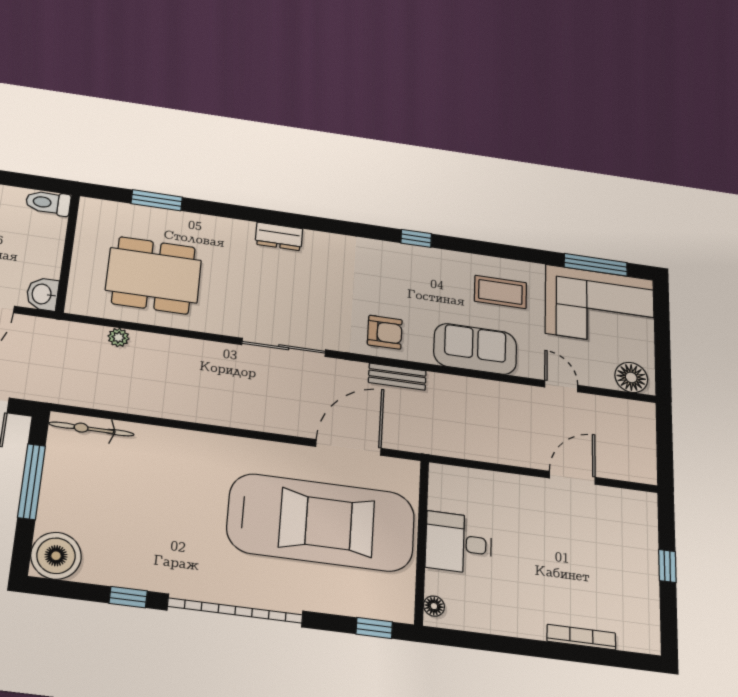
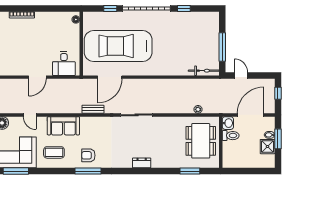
toilet: (48, 203) -> (231, 136), moved
window: (416, 238) -> (88, 171), width x2.17
dining table: (154, 275) -> (201, 141), moved, turned 90
armchair: (385, 332) -> (88, 155), moved
door: (572, 478) -> (37, 77), moved
desk: (459, 543) -> (64, 64), moved, turned 90
boiler: (56, 556) -> (210, 20), removed
window: (374, 628) -> (110, 8), moved

